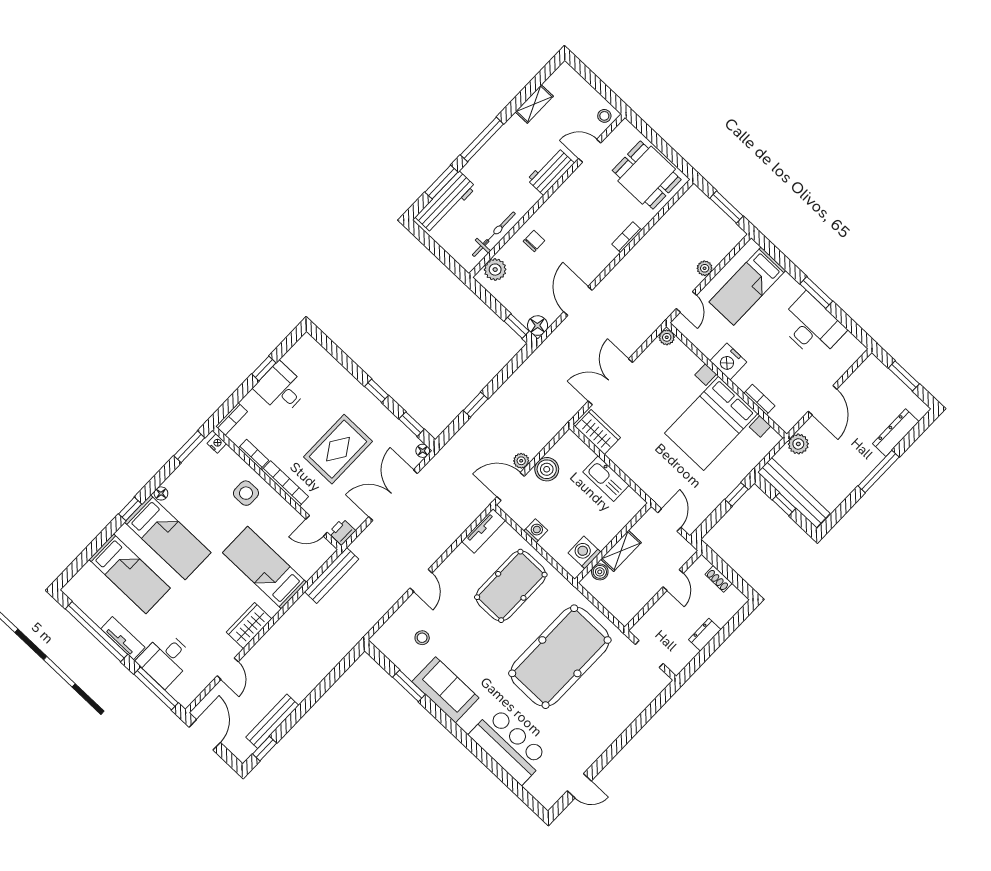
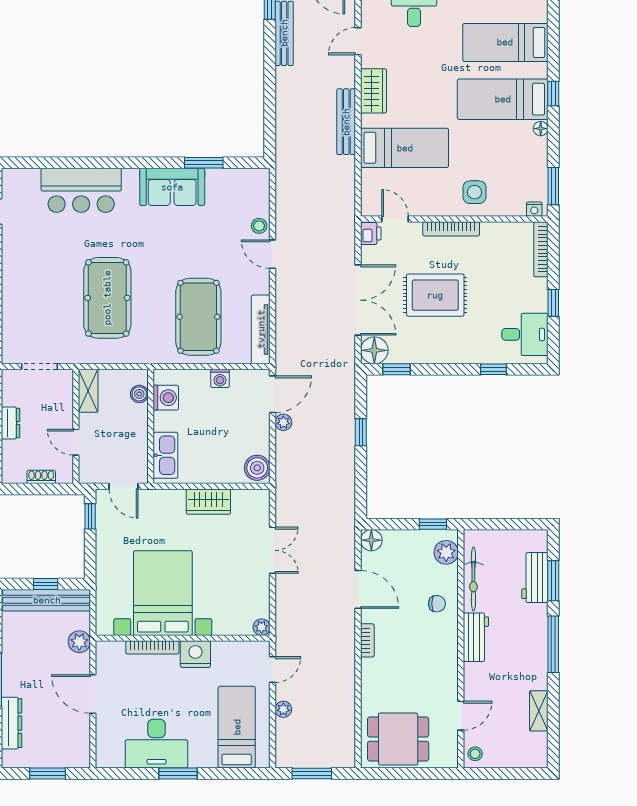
workbench: (551, 171) -> (476, 637), moved
workbench: (446, 202) -> (535, 578), width x0.73
bookcase: (627, 237) -> (367, 640), moved
chair: (534, 241) -> (437, 604), turned -90
door: (686, 302) -> (273, 670), swing flipped
window: (517, 326) -> (433, 524), moved
double door: (610, 382) -> (273, 550), width x0.73
desk: (281, 389) -> (525, 334), moved
window: (377, 391) -> (494, 369), moved
bookcase: (759, 400) -> (152, 647), width x1.56
bookcase: (232, 419) -> (541, 249), width x1.56
wardrobe: (598, 432) -> (208, 502), moved
rug: (338, 449) -> (435, 295), turned 90
floor lamp: (423, 451) -> (374, 350), width x1.89, depth x1.89
bookcase: (253, 454) -> (498, 228), removed
boiler: (547, 469) -> (257, 468), moved
kitchen sink: (606, 479) -> (165, 455), moved, turned 90
window: (736, 494) -> (90, 516), moved
door: (316, 526) -> (395, 219), hinge flipped
tv unit: (484, 531) -> (261, 329), width x1.41
shelving: (621, 551) -> (88, 391), moved
bench: (332, 575) -> (346, 122), moved
stool: (422, 638) -> (259, 226), moved
pool table: (560, 657) -> (107, 298), width x0.73, depth x0.76
door: (228, 669) -> (358, 41), hinge flipped

